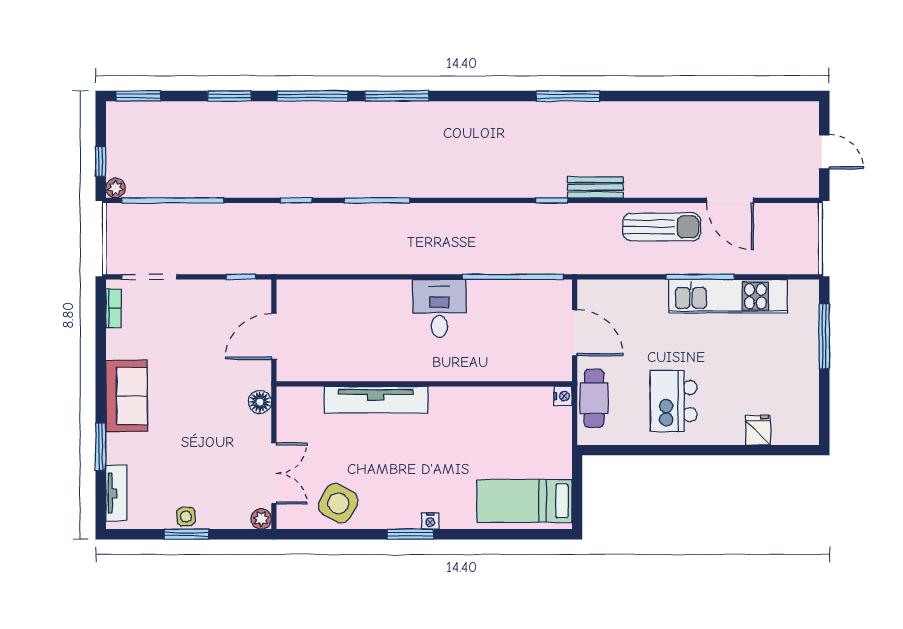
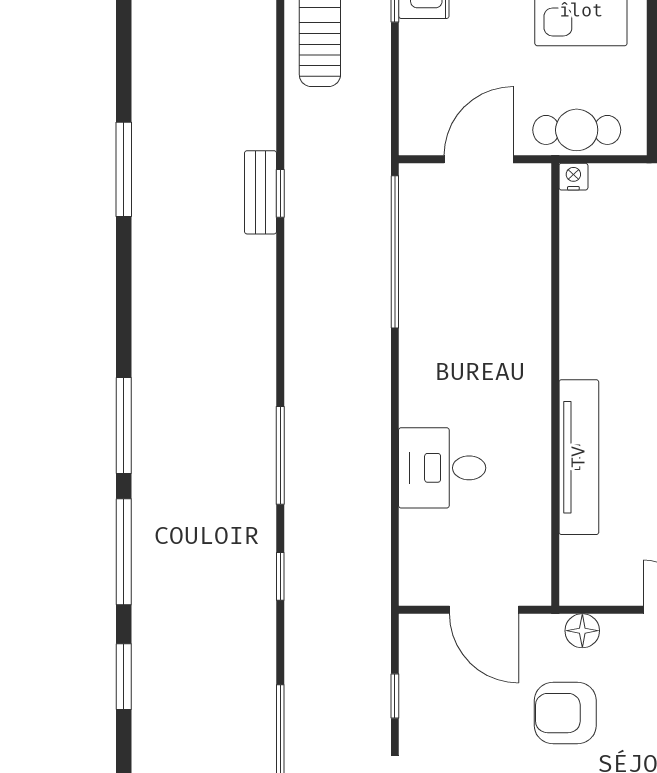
bench: (595, 187) -> (261, 192), moved
window: (241, 277) -> (395, 696), moved
desk: (439, 308) -> (442, 468), moved
armchair: (205, 391) -> (565, 713), added

